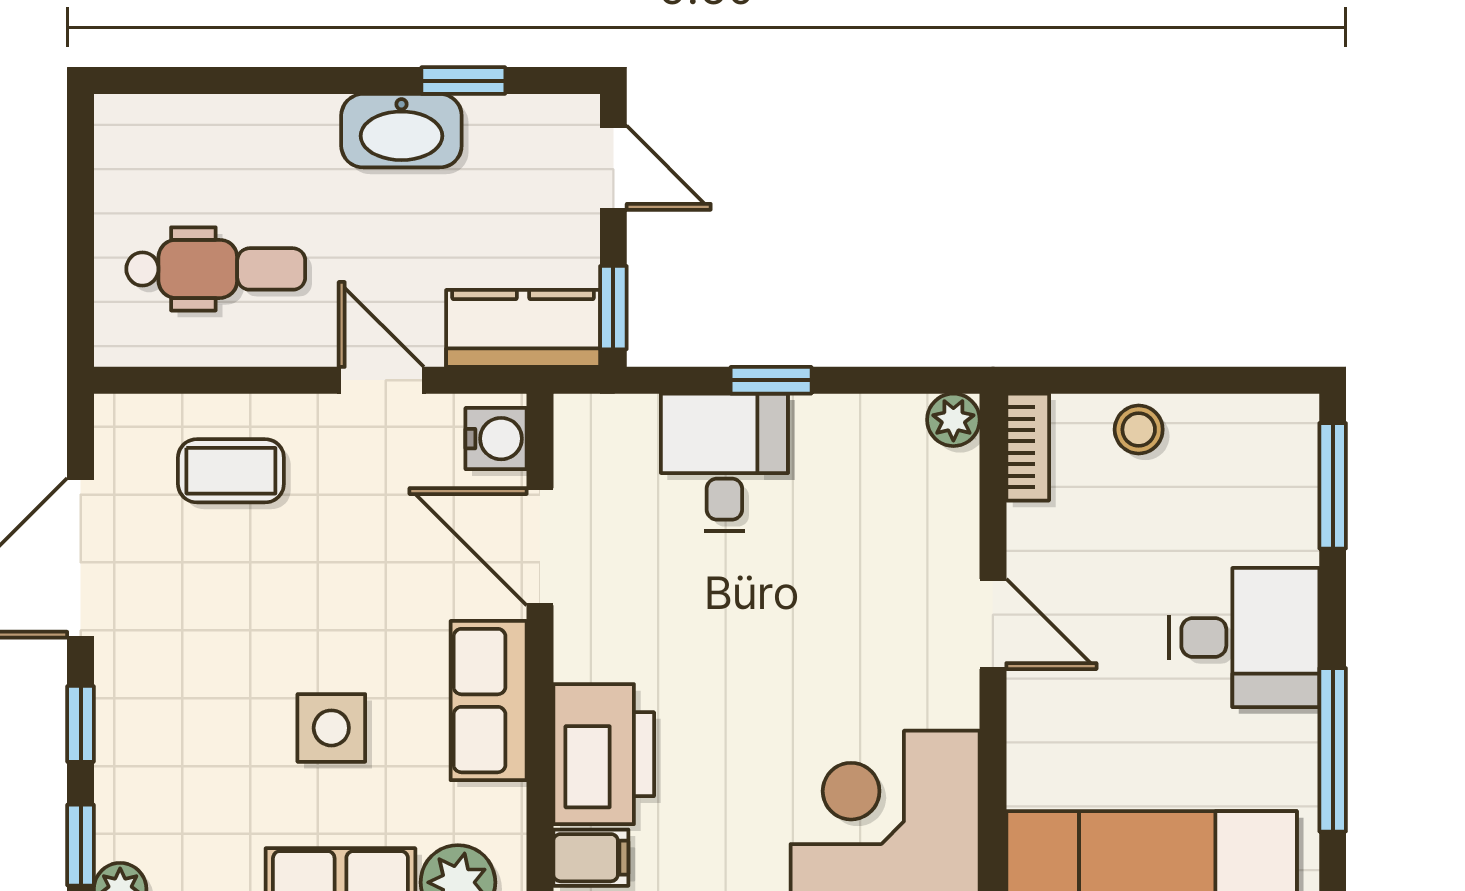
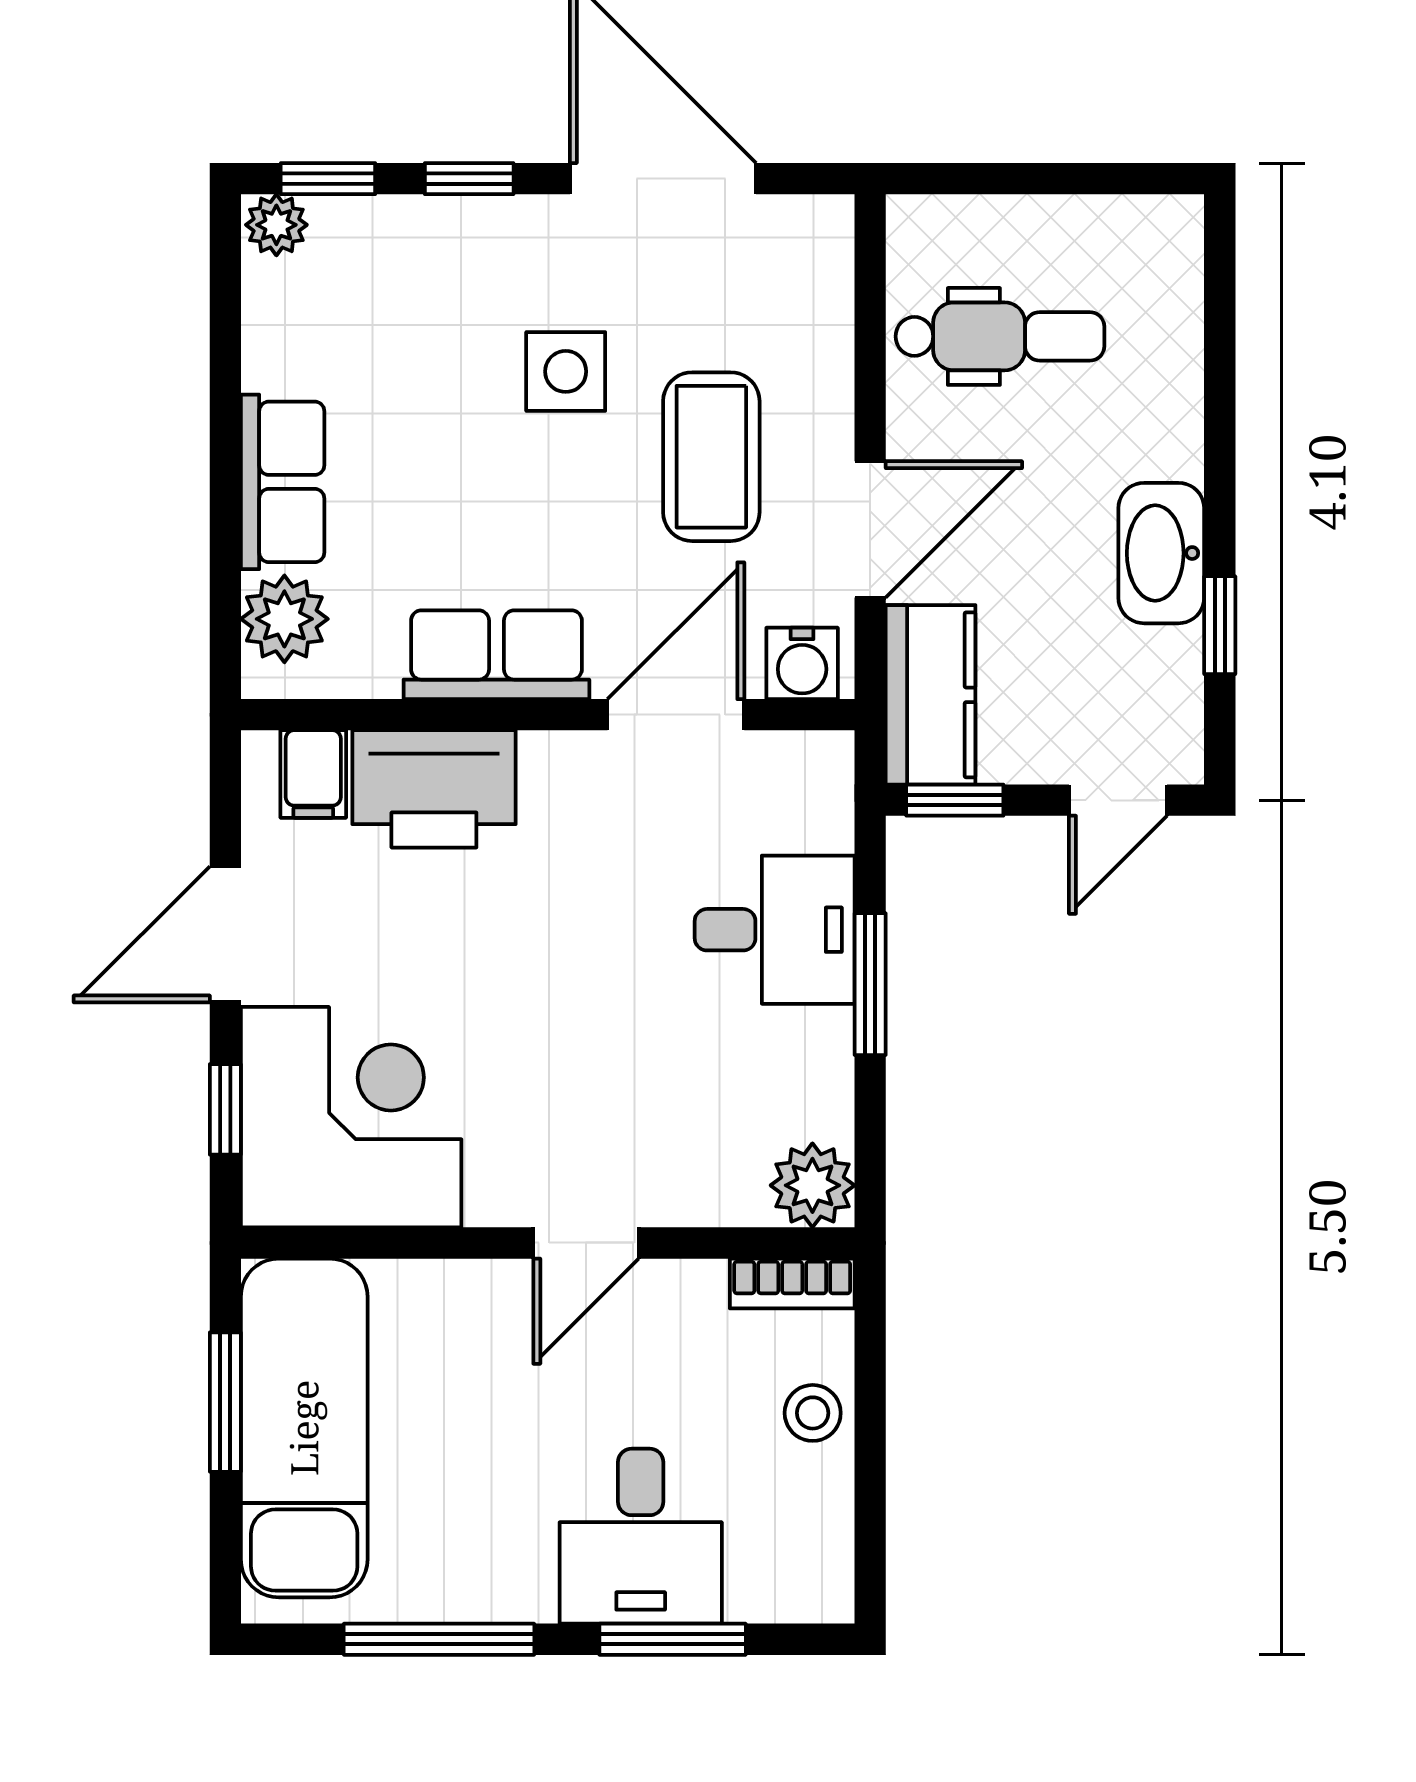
dental chair: (216, 269) -> (1000, 336), turned -90
door: (381, 380) -> (870, 529), width x1.38
window: (771, 380) -> (870, 984), width x1.50
plant: (953, 420) -> (812, 1185), width x1.38, depth x1.38
coffee table: (231, 471) -> (711, 457), moved, width x1.36, depth x1.30
window: (1333, 486) -> (673, 1639), moved
desk: (1244, 637) -> (641, 1536), moved
side table: (331, 728) -> (566, 371), moved

